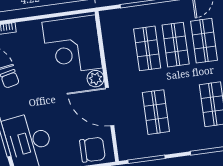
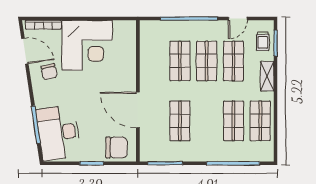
corner desk: (72, 45) -> (87, 45), moved, turned -90
plant: (96, 79) -> (128, 82), removed

